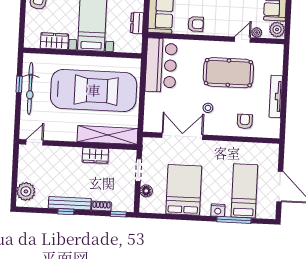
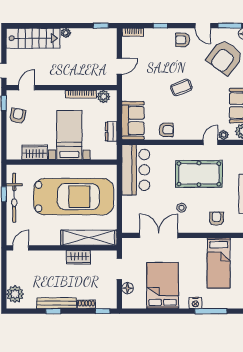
bed: (244, 191) -> (219, 263), moved, turned 180

